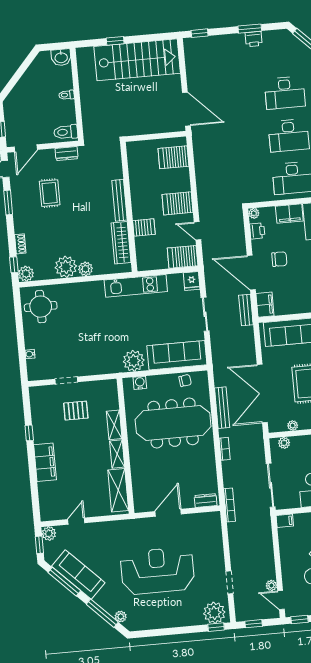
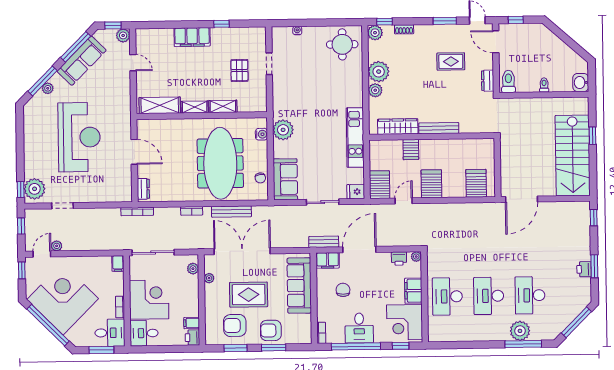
chair: (279, 259) -> (343, 290), moved, turned 180
sofa: (177, 355) -> (285, 179), width x0.73
plant: (121, 616) -> (48, 88), moved

